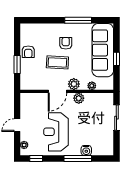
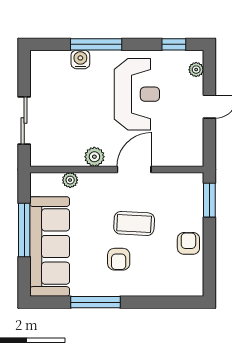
window: (116, 59) -> (24, 230), width x2.17
window: (17, 65) -> (209, 200), moved
plant: (74, 84) -> (104, 183), removed

